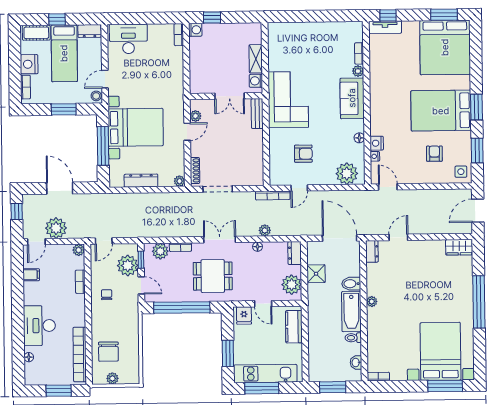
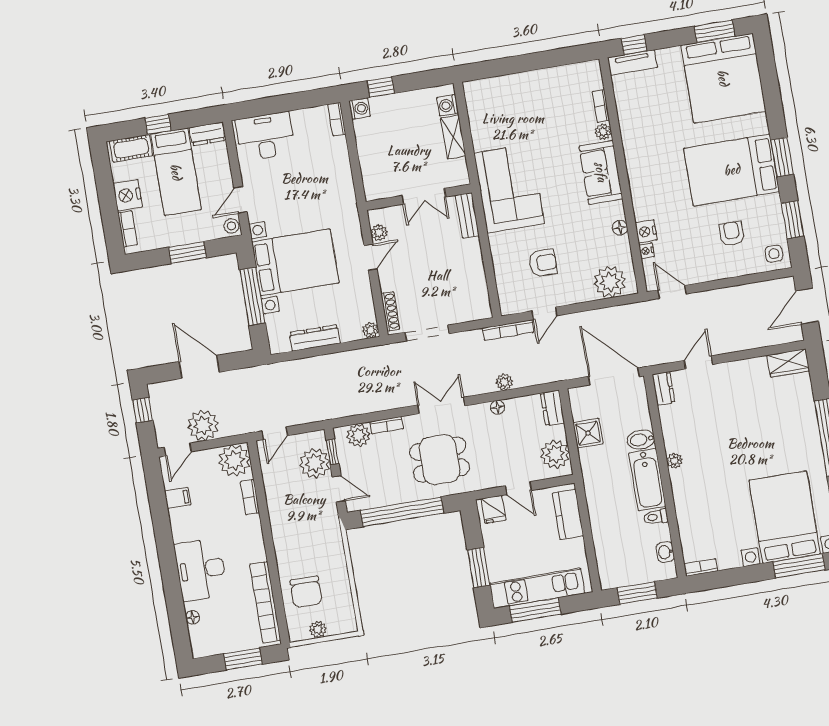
washing machine: (256, 81) -> (448, 105), moved
plant: (79, 250) -> (234, 461), width x1.87, depth x1.87
chair: (107, 295) -> (291, 510), removed

